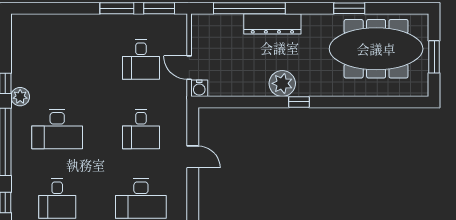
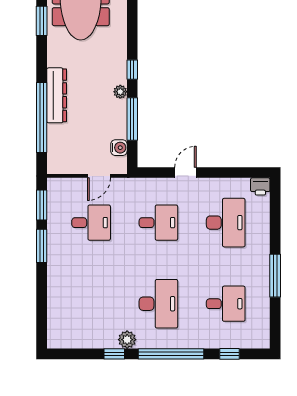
plant: (282, 83) -> (120, 92), width x0.53, depth x0.53
water cooler: (199, 88) -> (119, 148), moved
window: (248, 102) -> (132, 119), added

